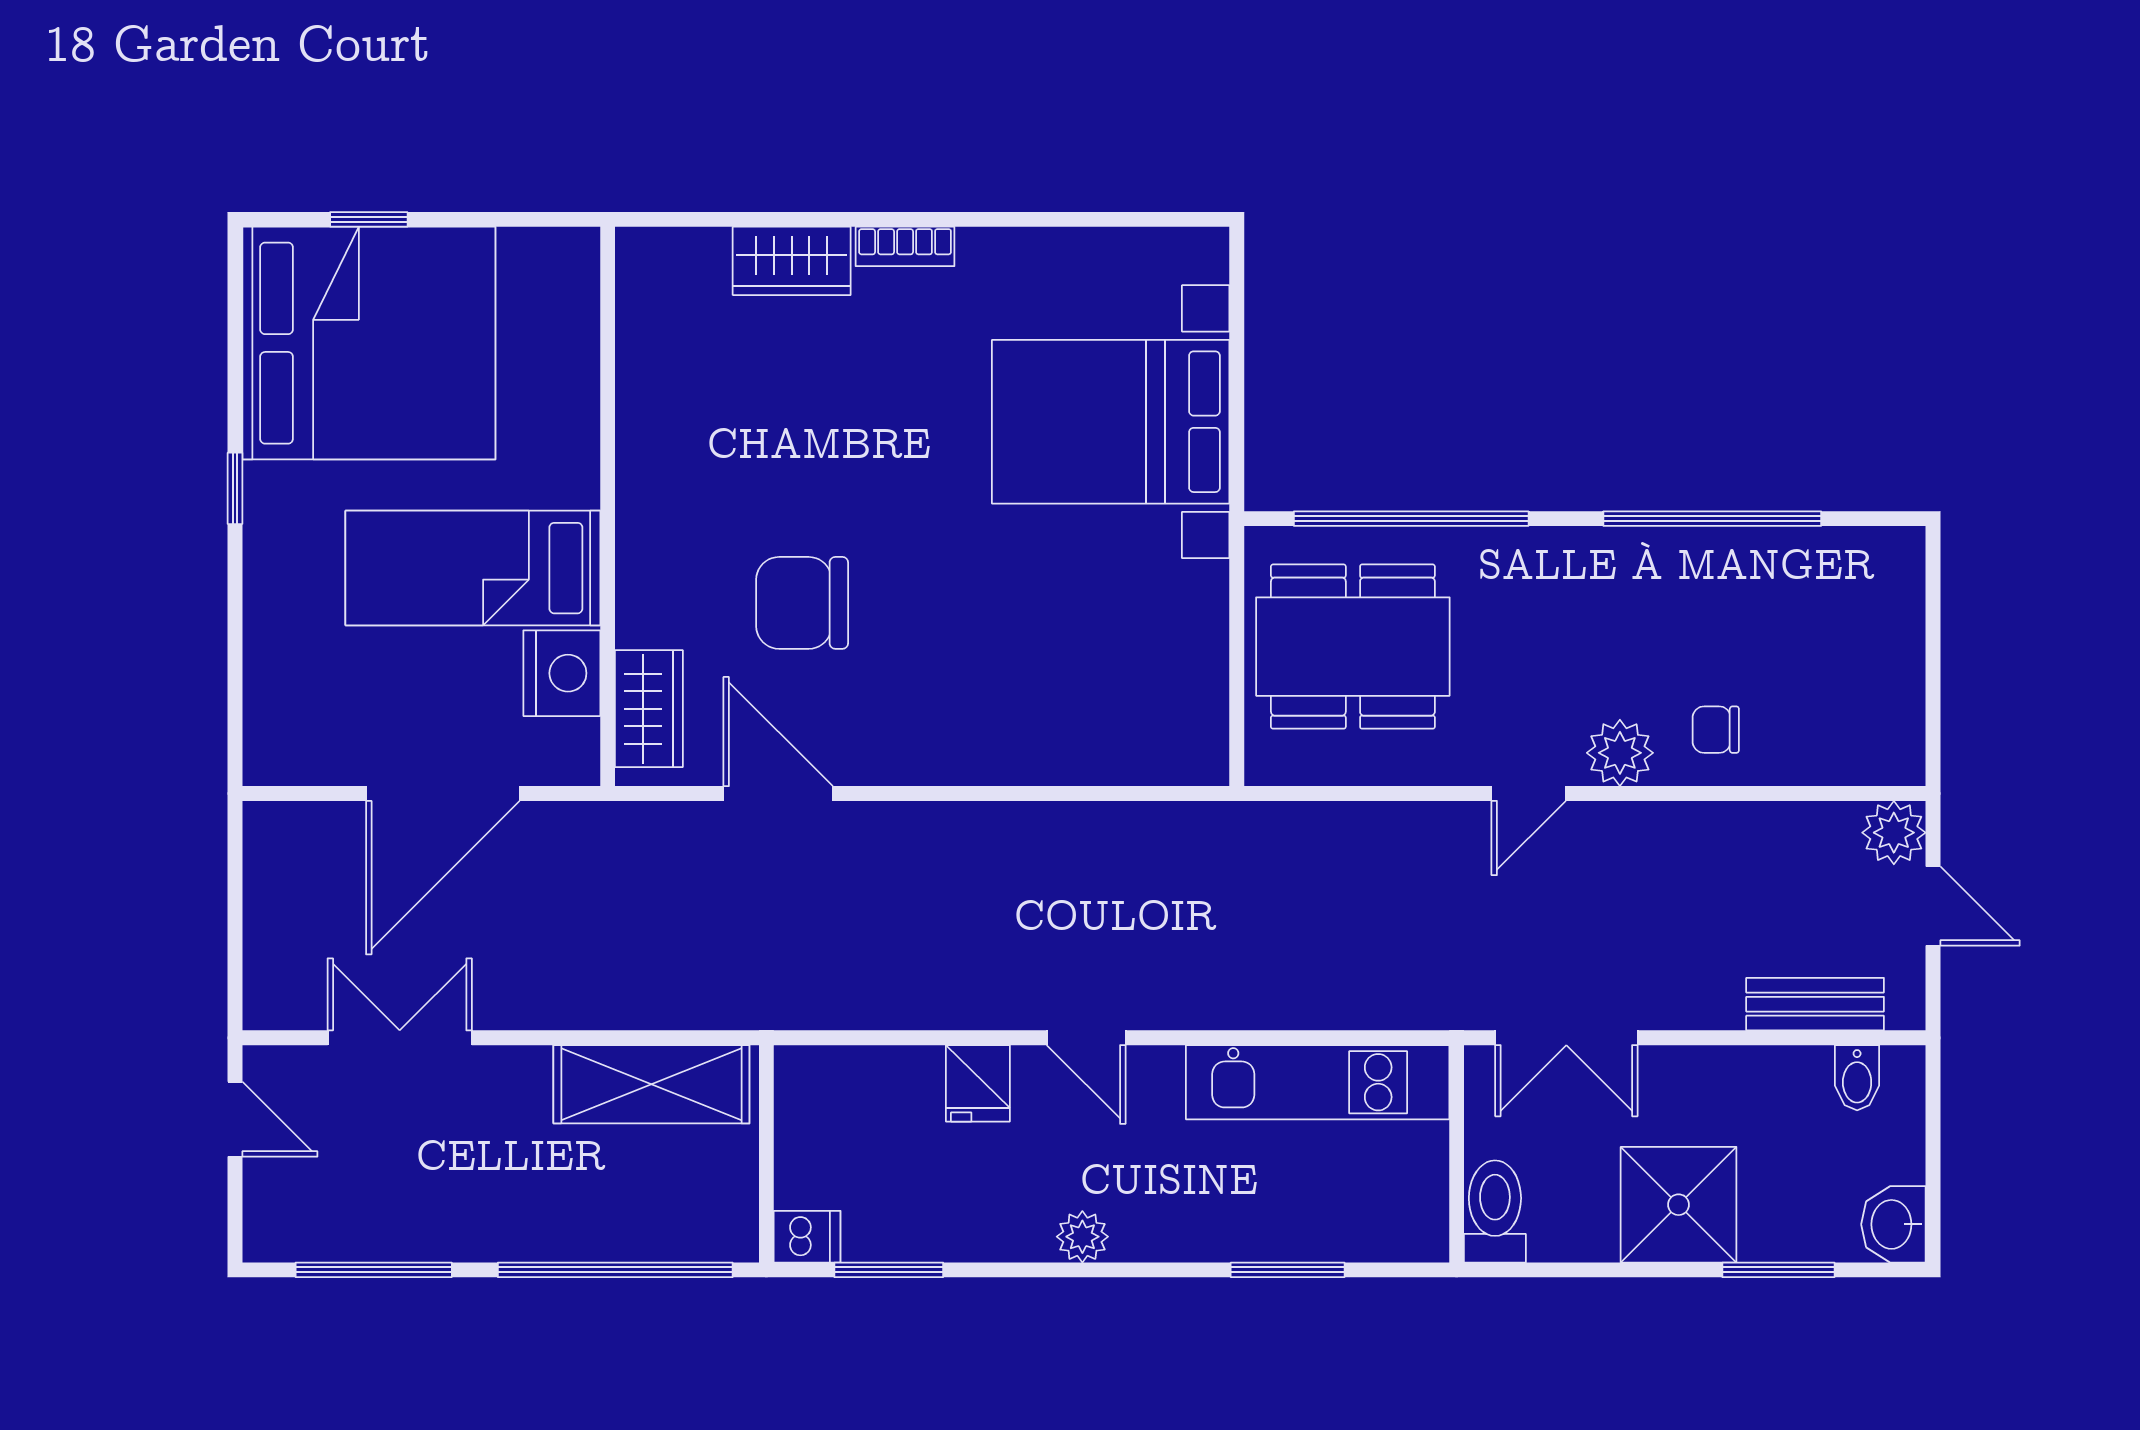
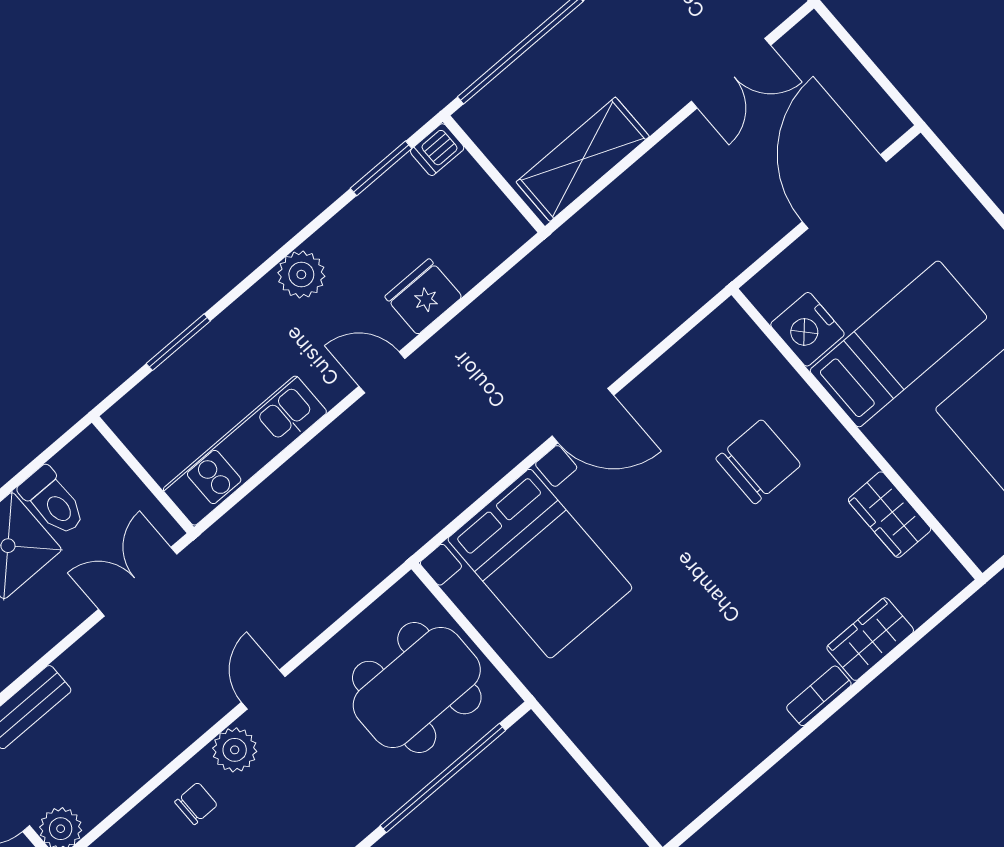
bed with nightstands: (1111, 422) -> (540, 564), moved, turned 90
chair: (802, 603) -> (758, 462), moved
wardrobe: (649, 709) -> (890, 515), moved
door: (443, 793) -> (844, 192), moved
door: (778, 793) -> (583, 416), moved
fridge: (978, 1083) -> (423, 297), width x1.38
toilet: (1495, 1211) -> (53, 501), moved
plant: (1082, 1237) -> (301, 274), width x1.38, depth x1.38

